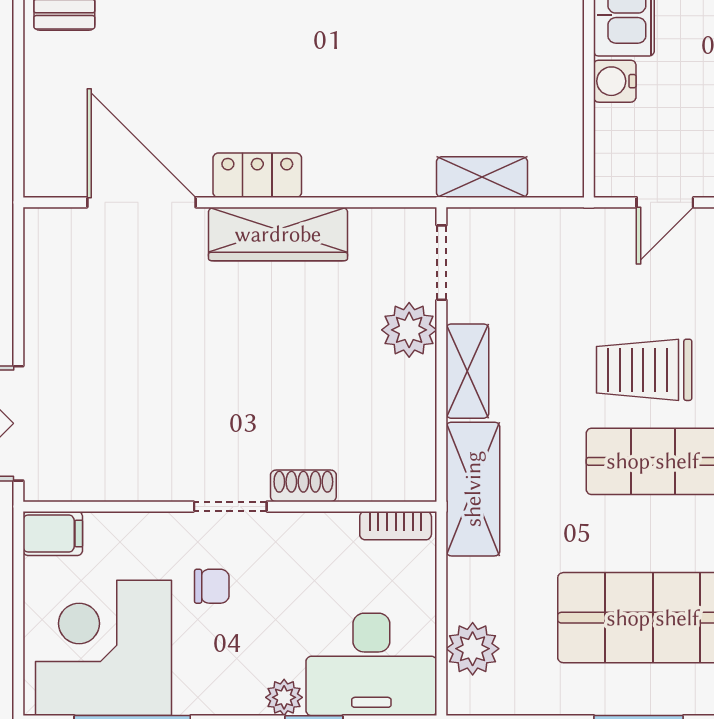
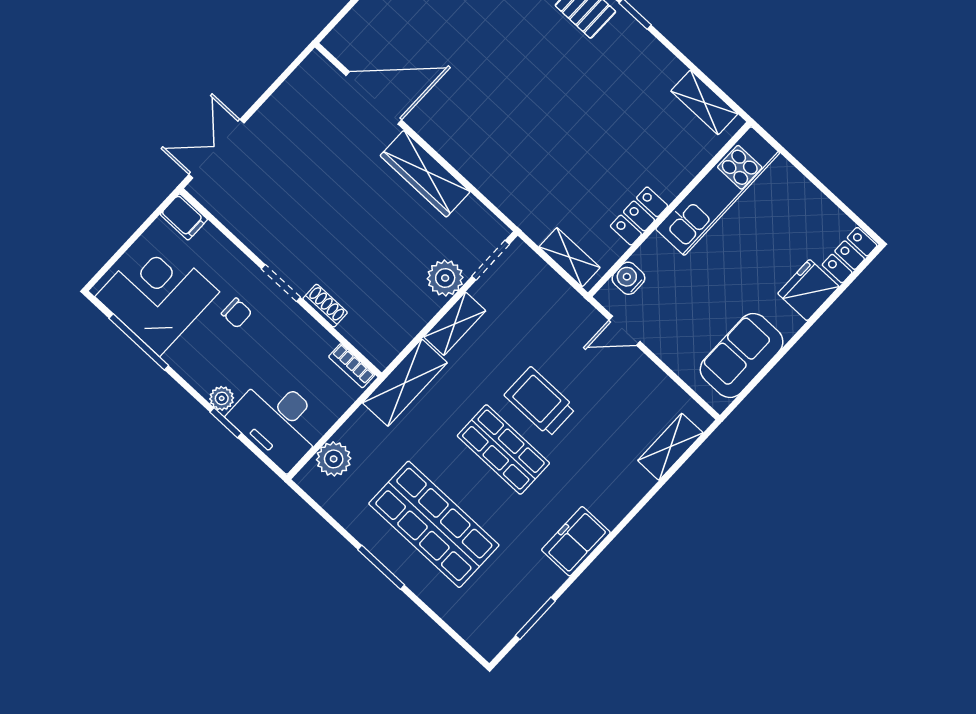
water cooler: (615, 81) -> (628, 278), moved
locker: (257, 175) -> (639, 216), moved, turned -90
shelving: (482, 177) -> (570, 257), moved
door: (141, 202) -> (374, 98), hinge flipped

